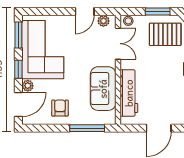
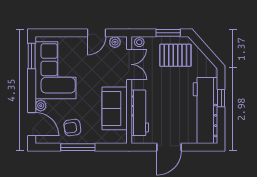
window: (18, 69) -> (32, 90), removed
door: (18, 105) -> (32, 124), hinge flipped
armchair: (60, 108) -> (72, 127), turned -98
window: (87, 128) -> (78, 147), moved

